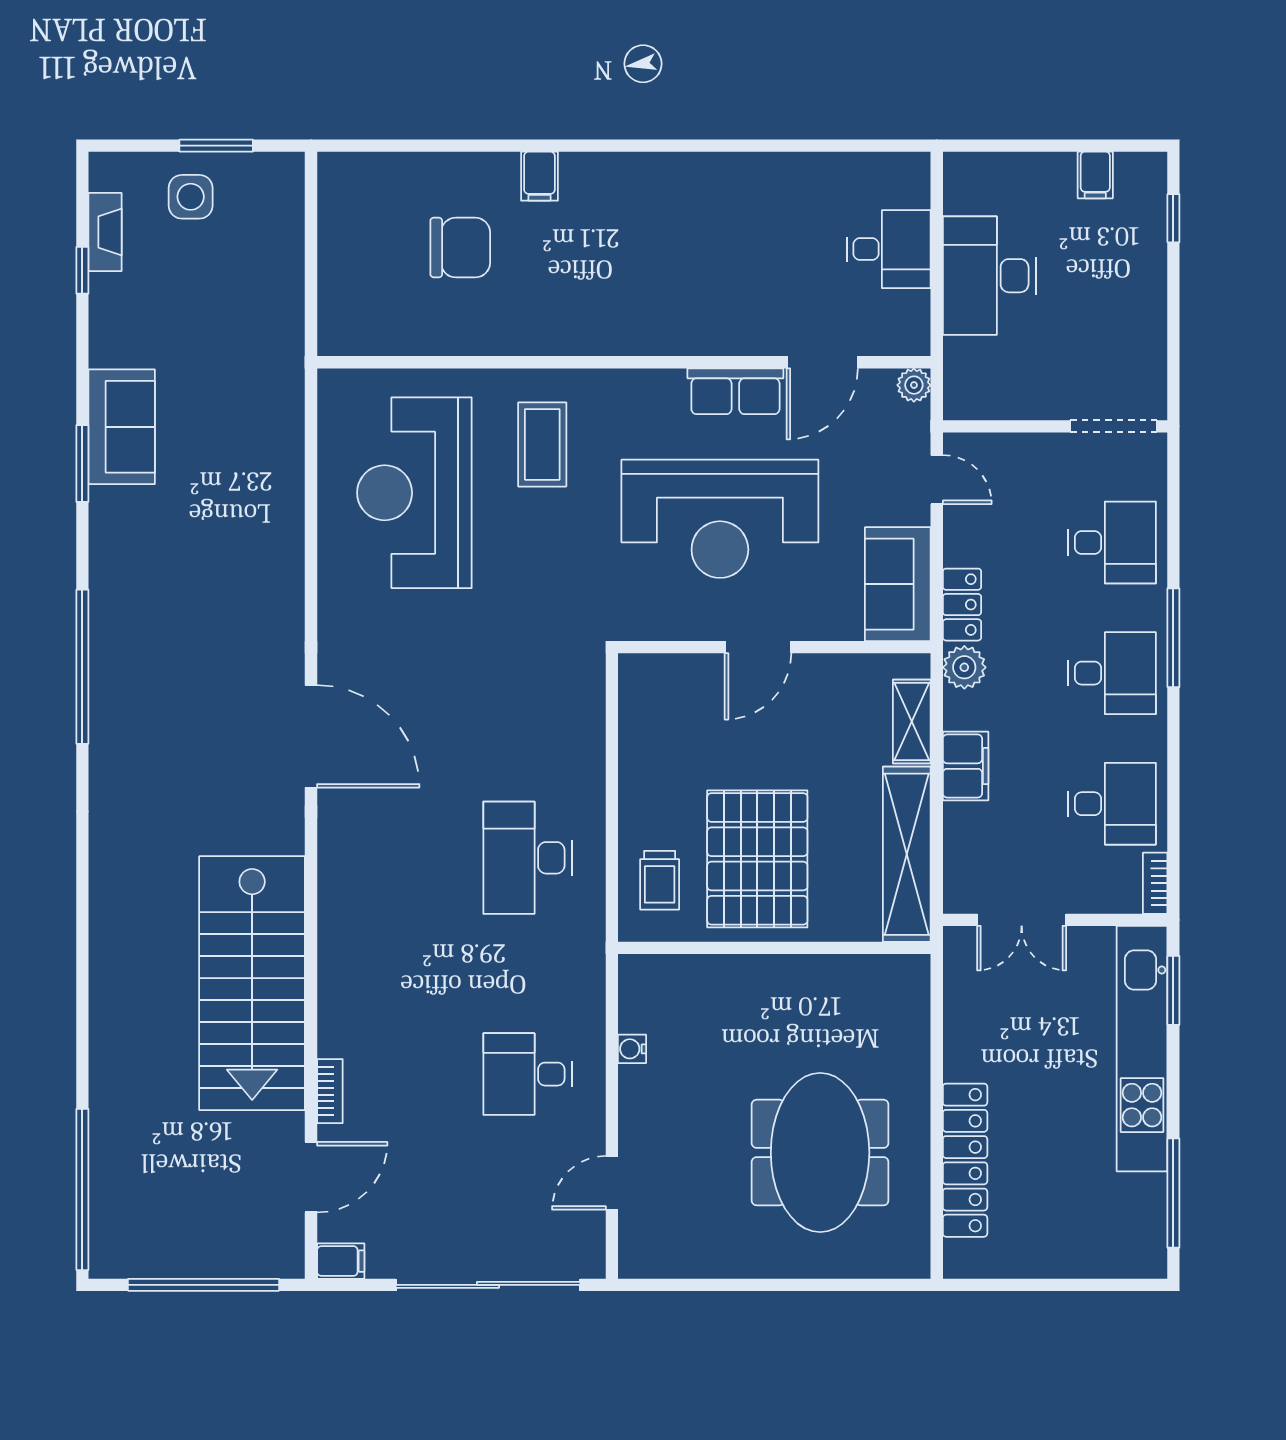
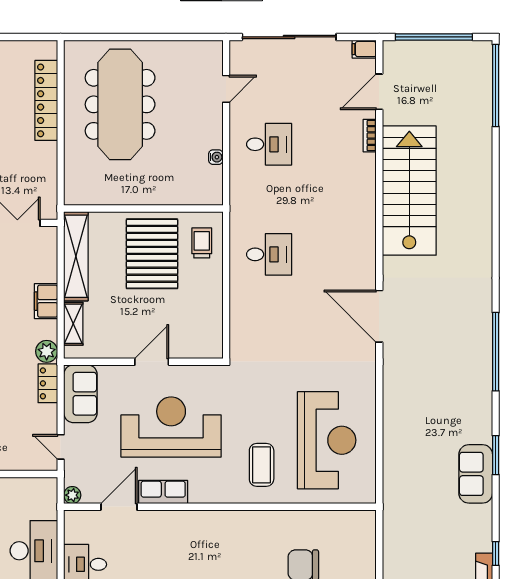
desk: (527, 858) -> (269, 254), width x0.73
meeting table: (820, 1153) -> (120, 104), width x1.36

